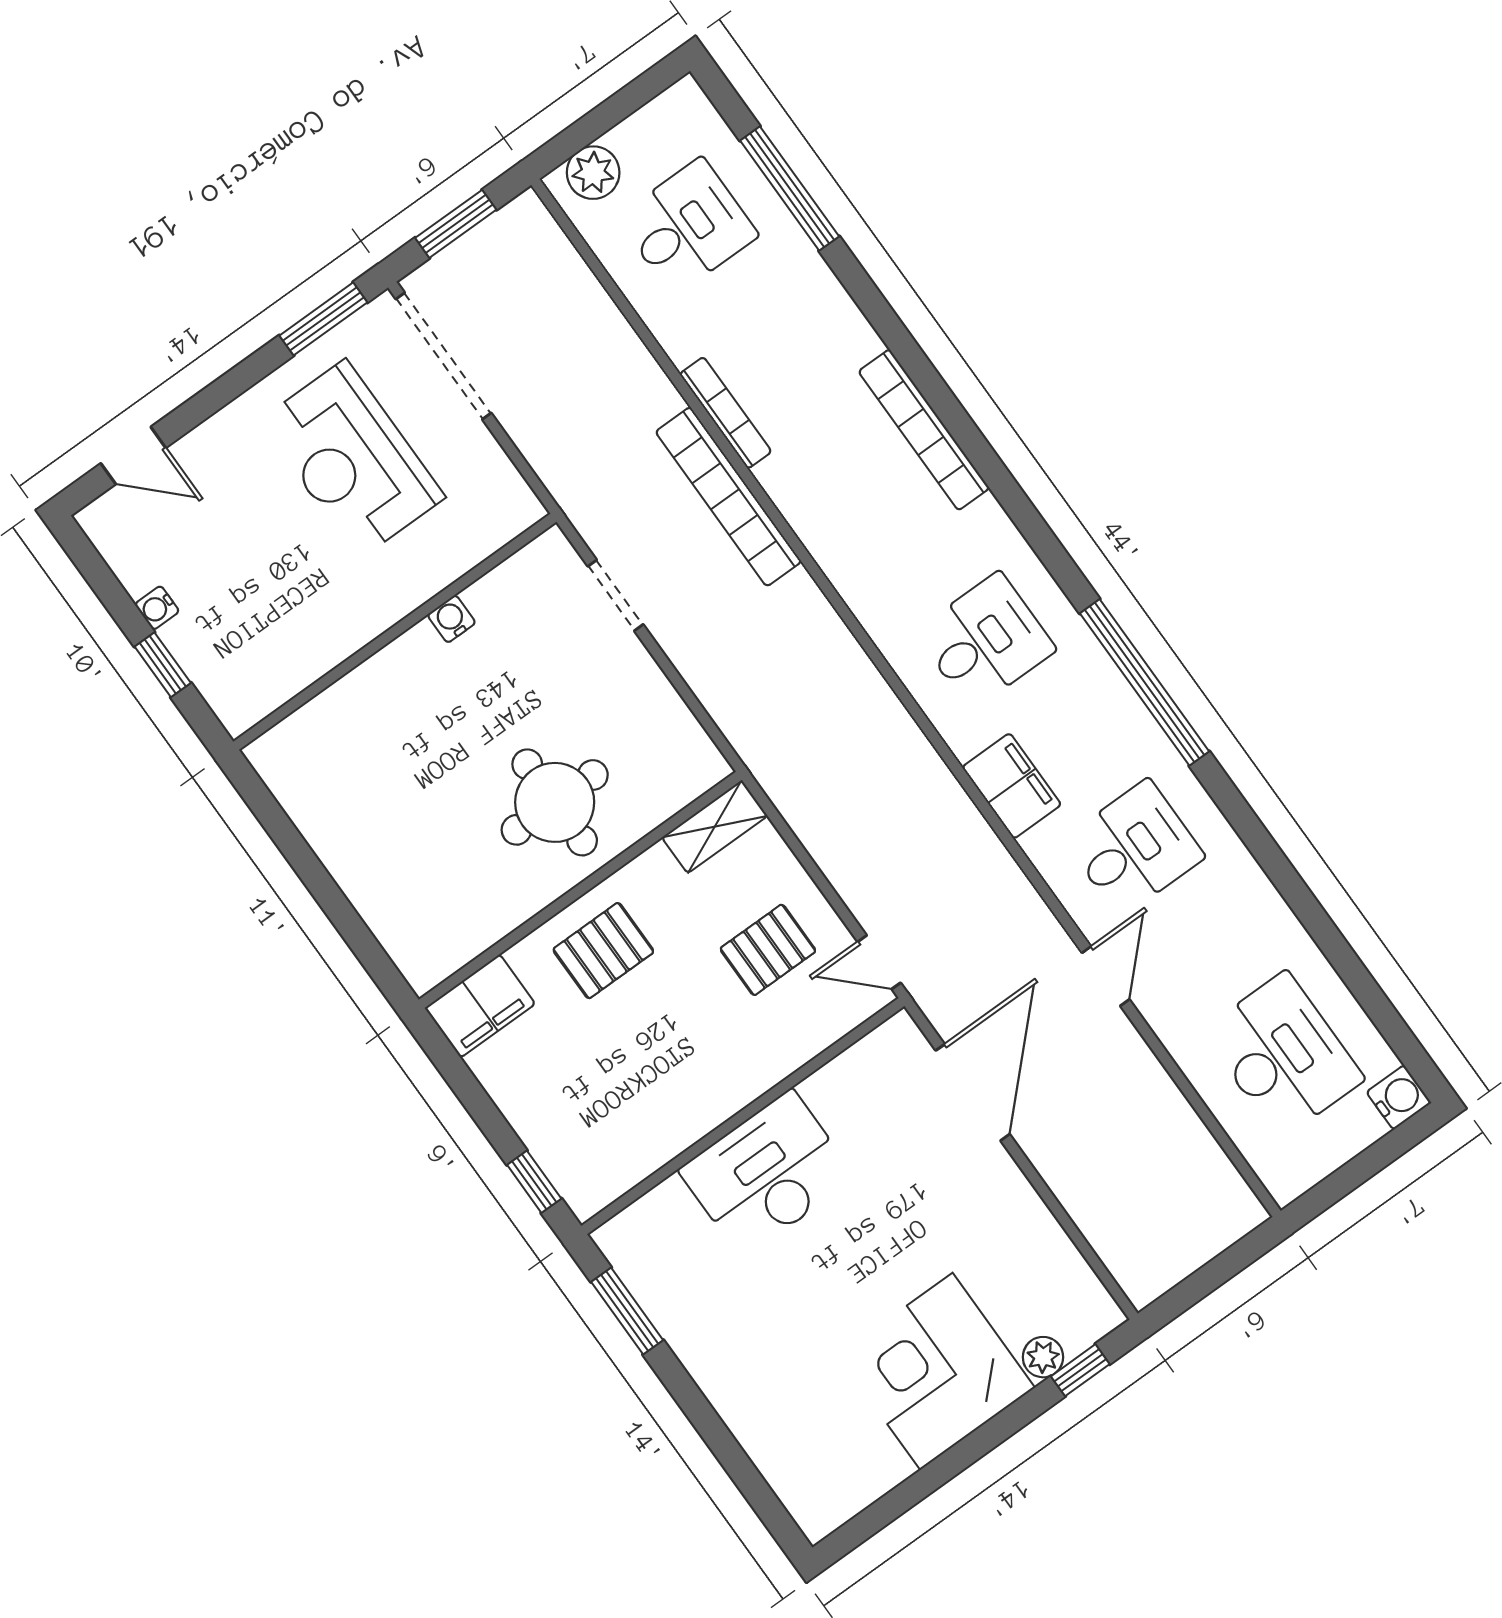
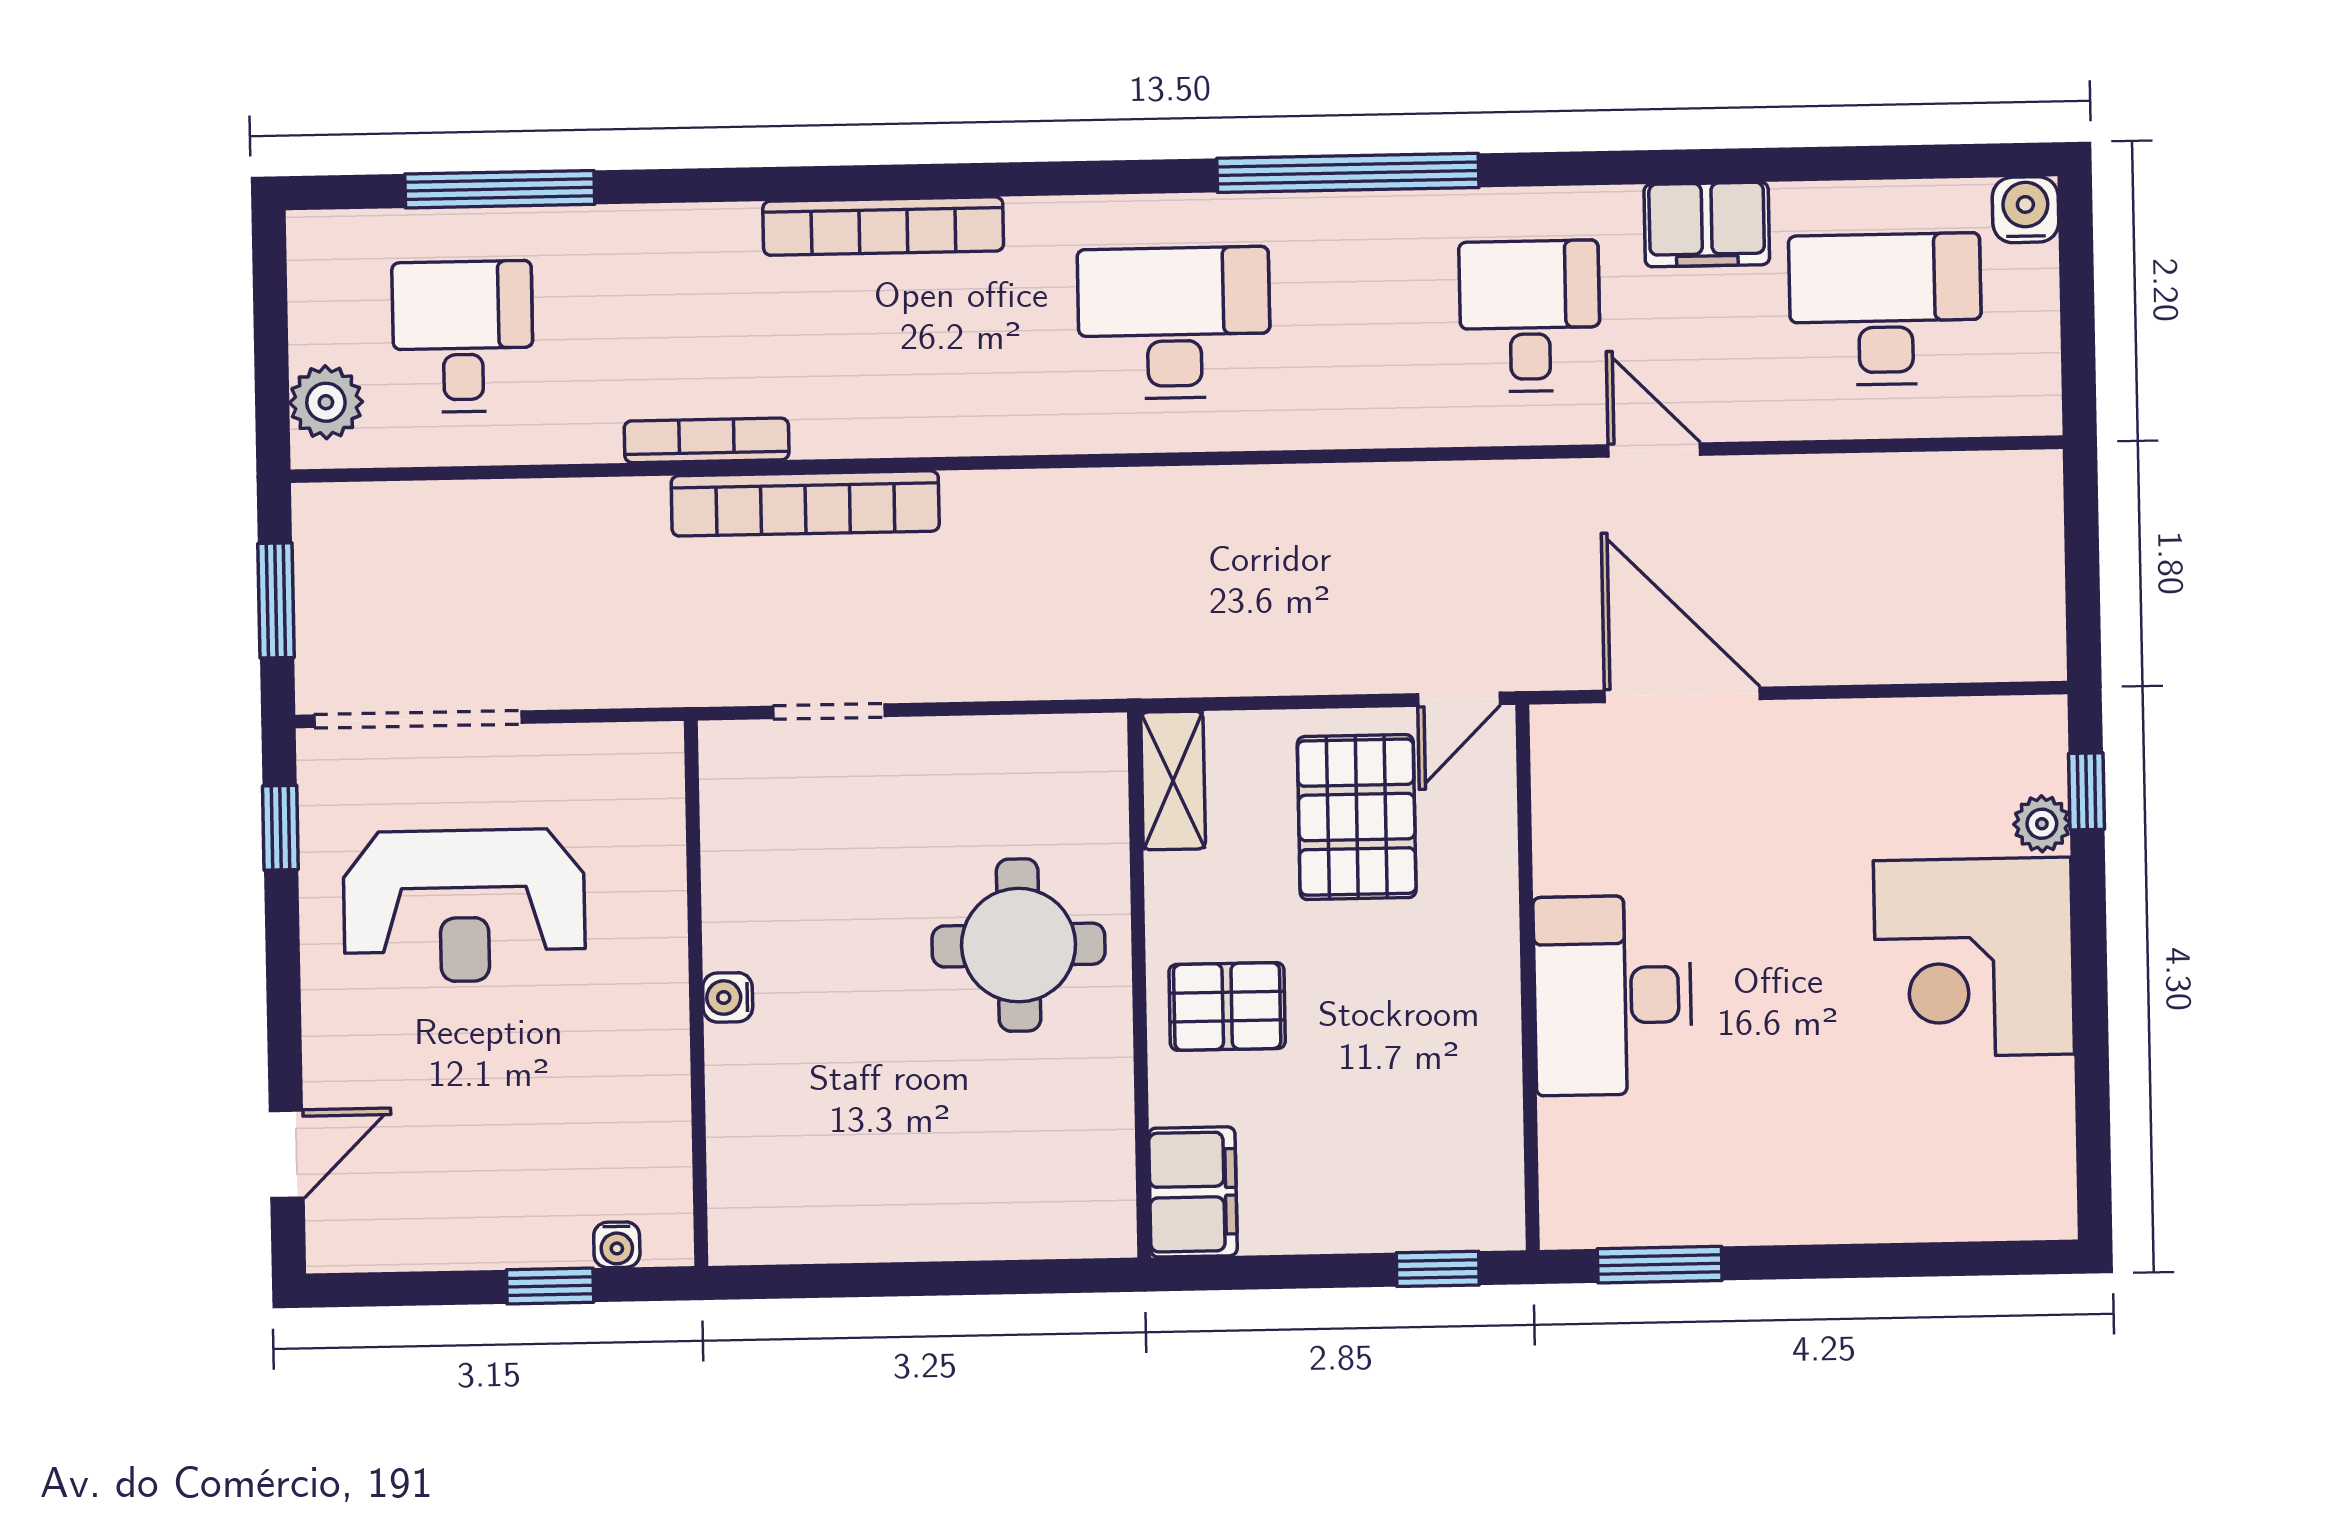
window: (323, 319) -> (280, 828), width x0.67
water cooler: (157, 608) -> (617, 1245), moved
water cooler: (451, 619) -> (728, 997), moved
desk: (985, 641) -> (1174, 323), width x1.37
filing cabinet: (1012, 786) -> (1707, 224), moved, turned 180
pallet: (768, 950) -> (1357, 817), width x1.50, depth x1.42
pallet: (603, 951) -> (1227, 1006), turned 90

